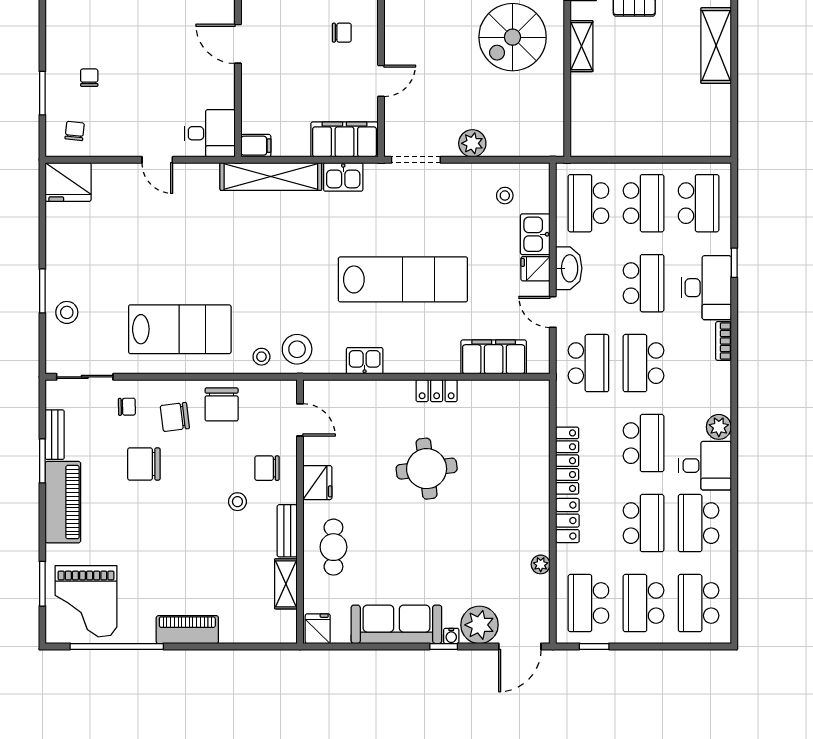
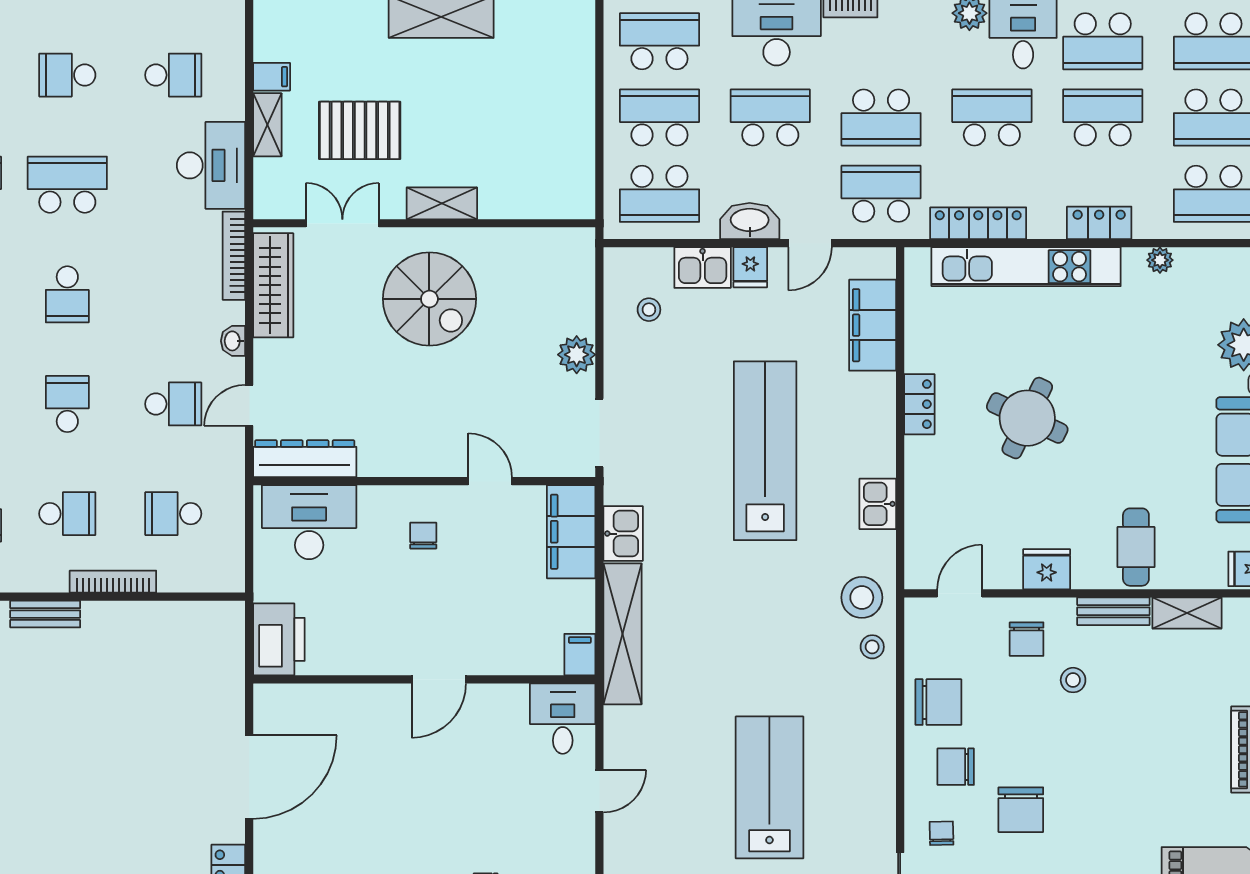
lab bench: (180, 329) -> (769, 787), moved
chair: (175, 417) -> (956, 767), turned 97
locker: (567, 461) -> (978, 223), moved
kitchen unit: (536, 468) -> (1026, 267), added
round table: (427, 469) -> (1027, 418), turned 32
cafe table: (333, 547) -> (1136, 547), turned 90

